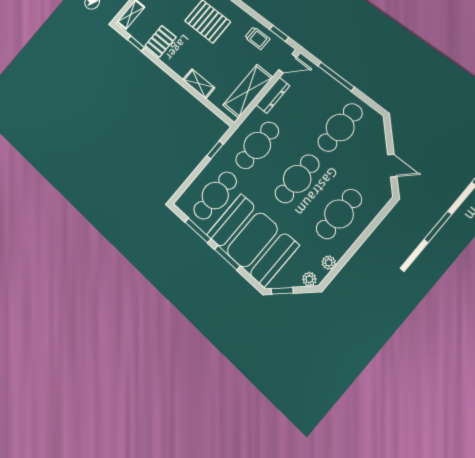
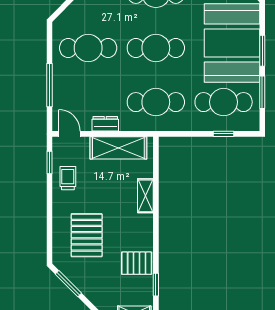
dresser: (273, 95) -> (105, 124), width x0.70
window: (215, 150) -> (223, 134), moved

